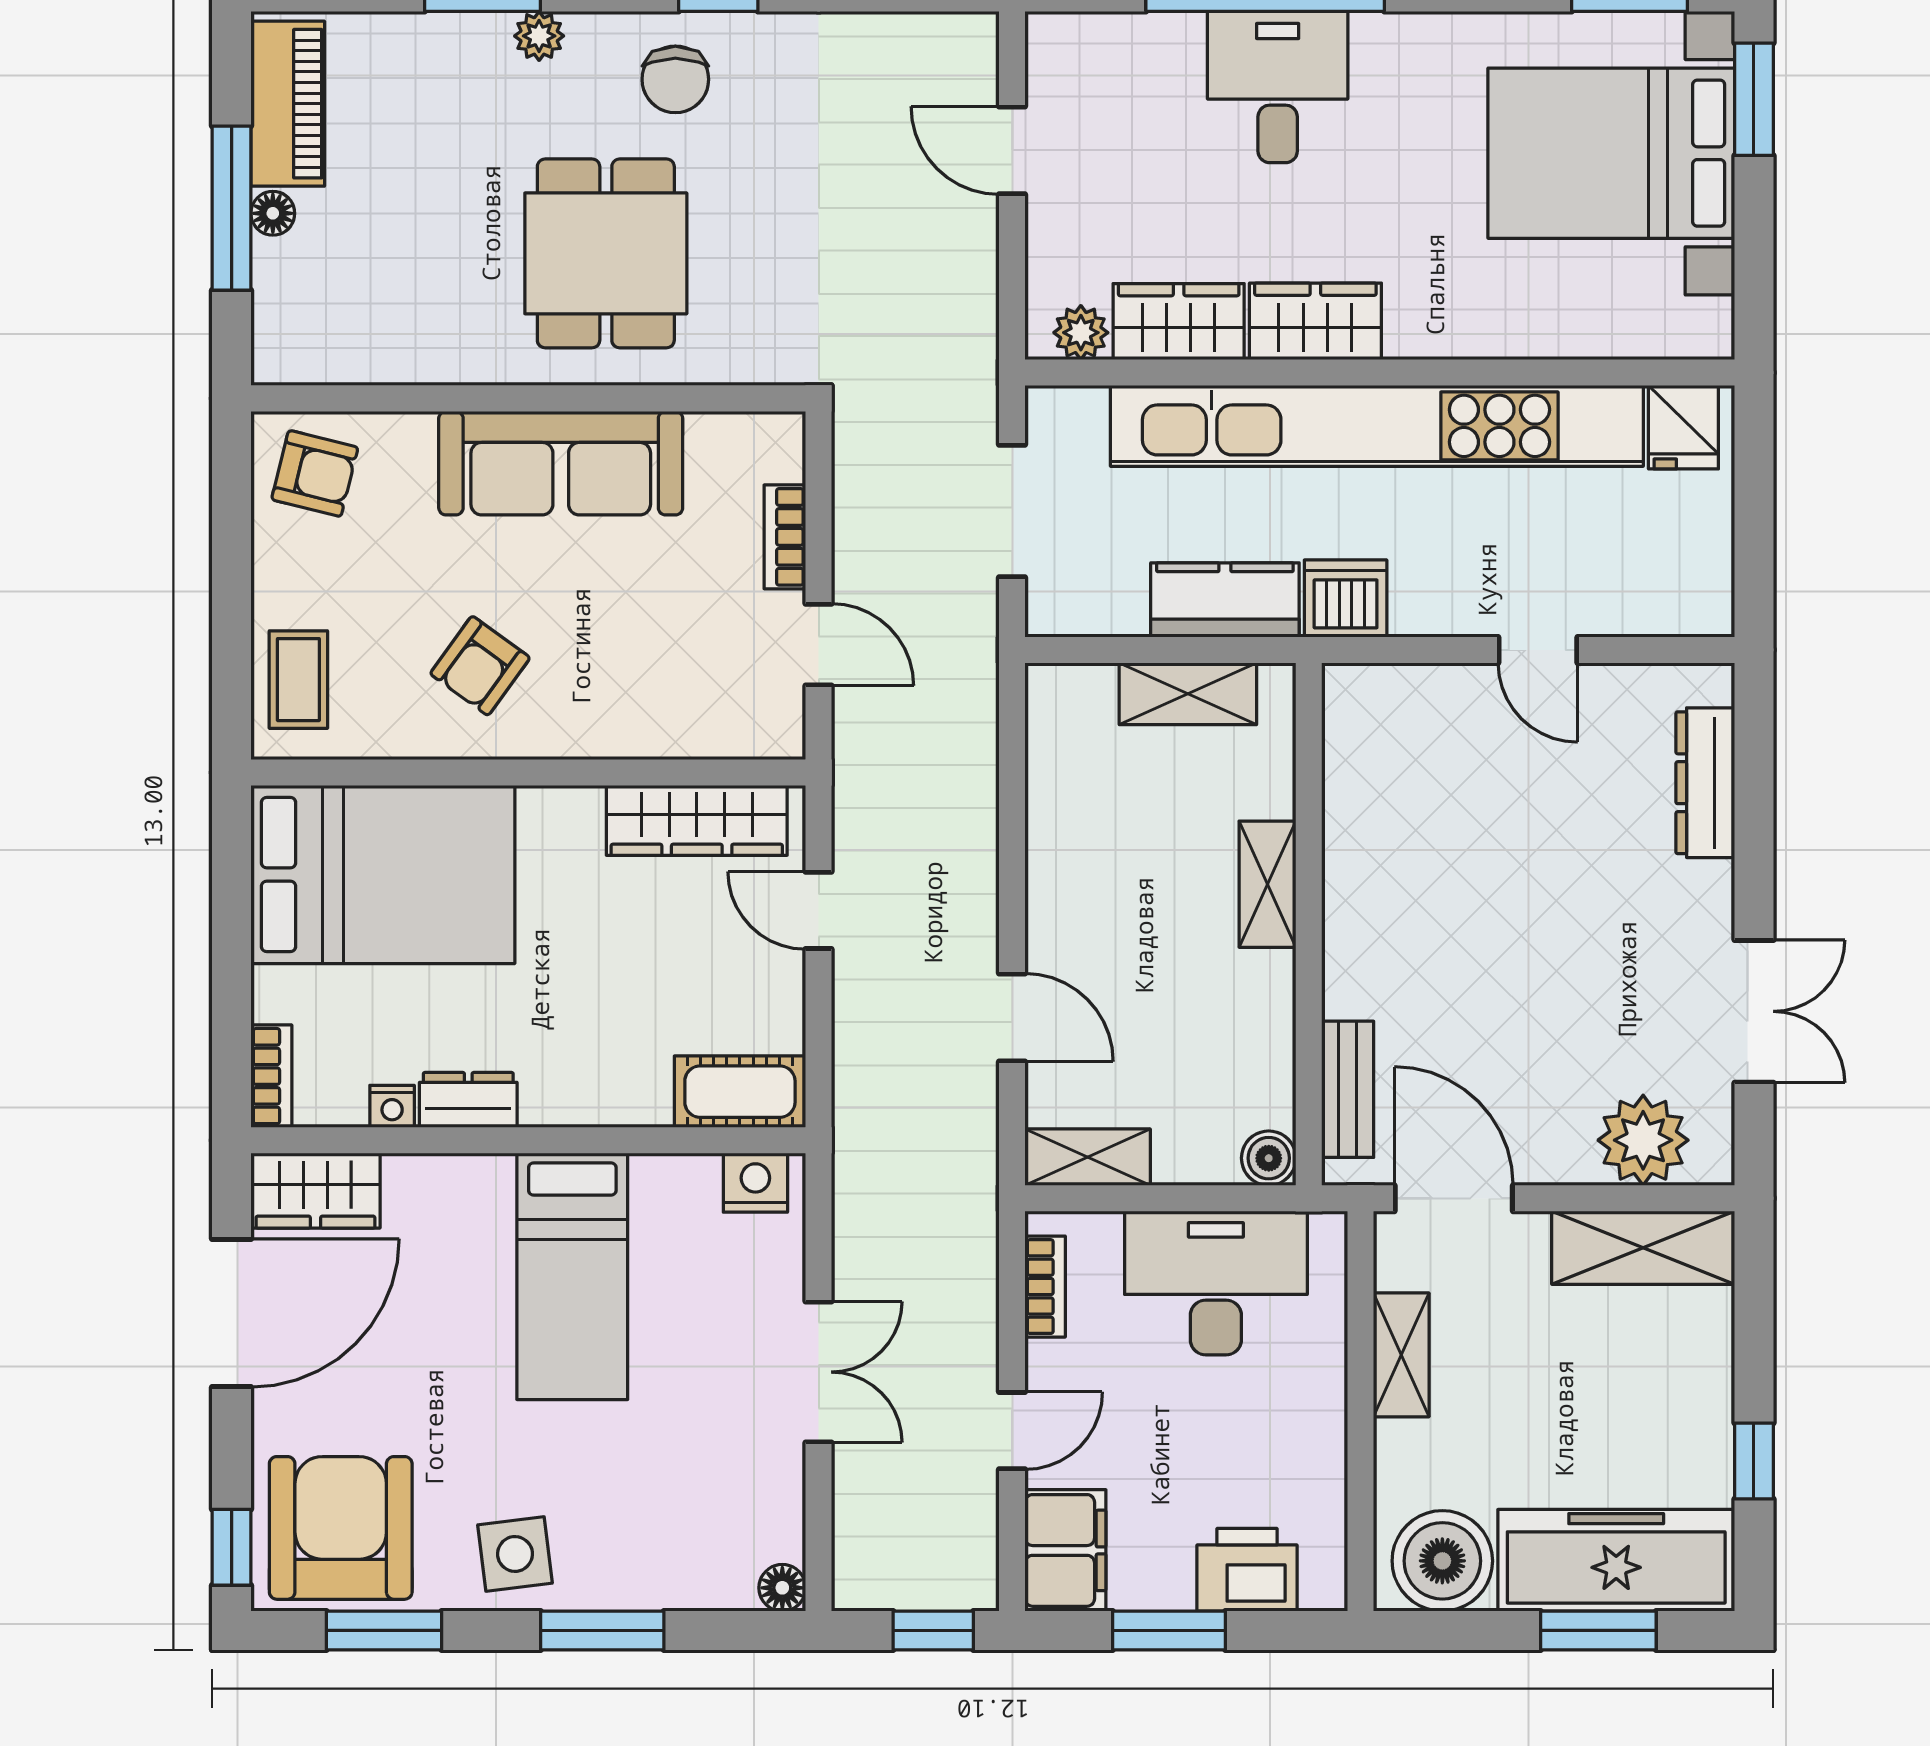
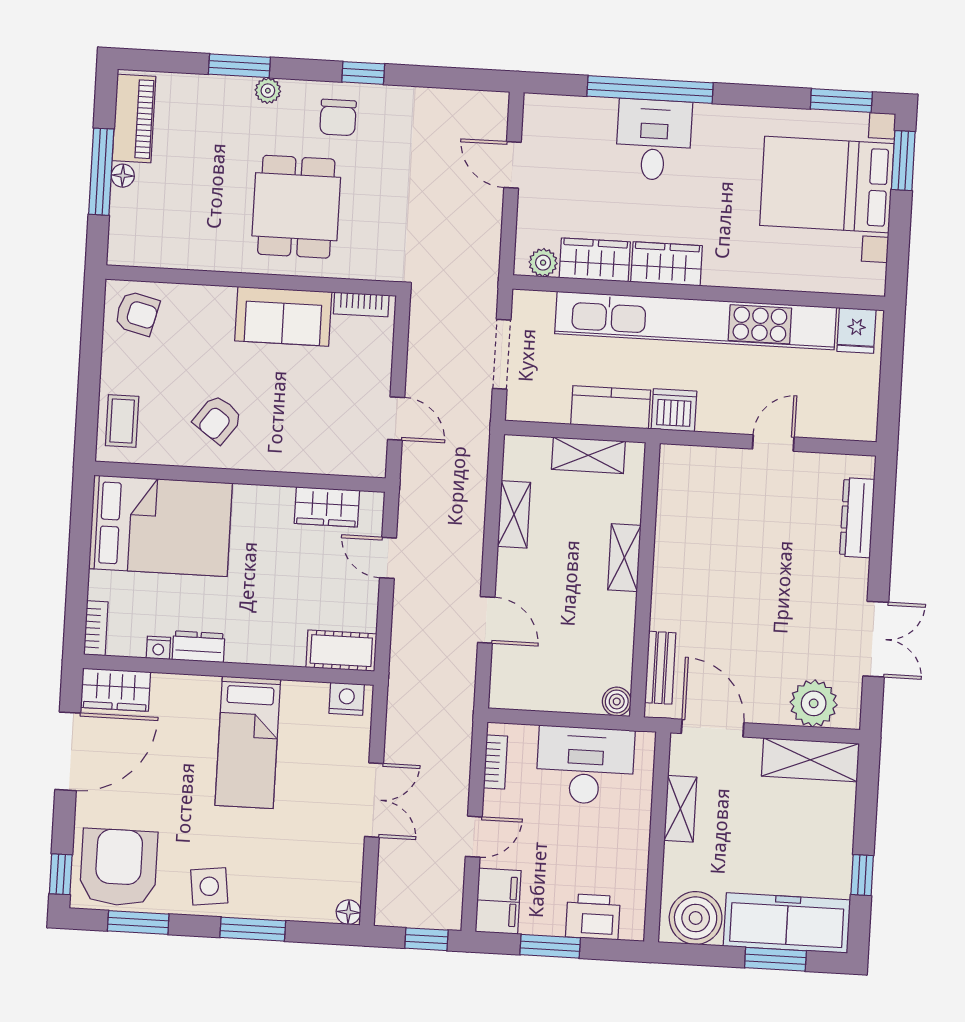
sofa: (561, 463) -> (283, 316), width x0.73
bookcase: (785, 537) -> (361, 305), moved, turned -90
door: (1538, 650) -> (773, 443), swing flipped
wardrobe: (697, 820) -> (327, 507), width x0.67
shelving: (1088, 1157) -> (514, 514), moved, turned 90

